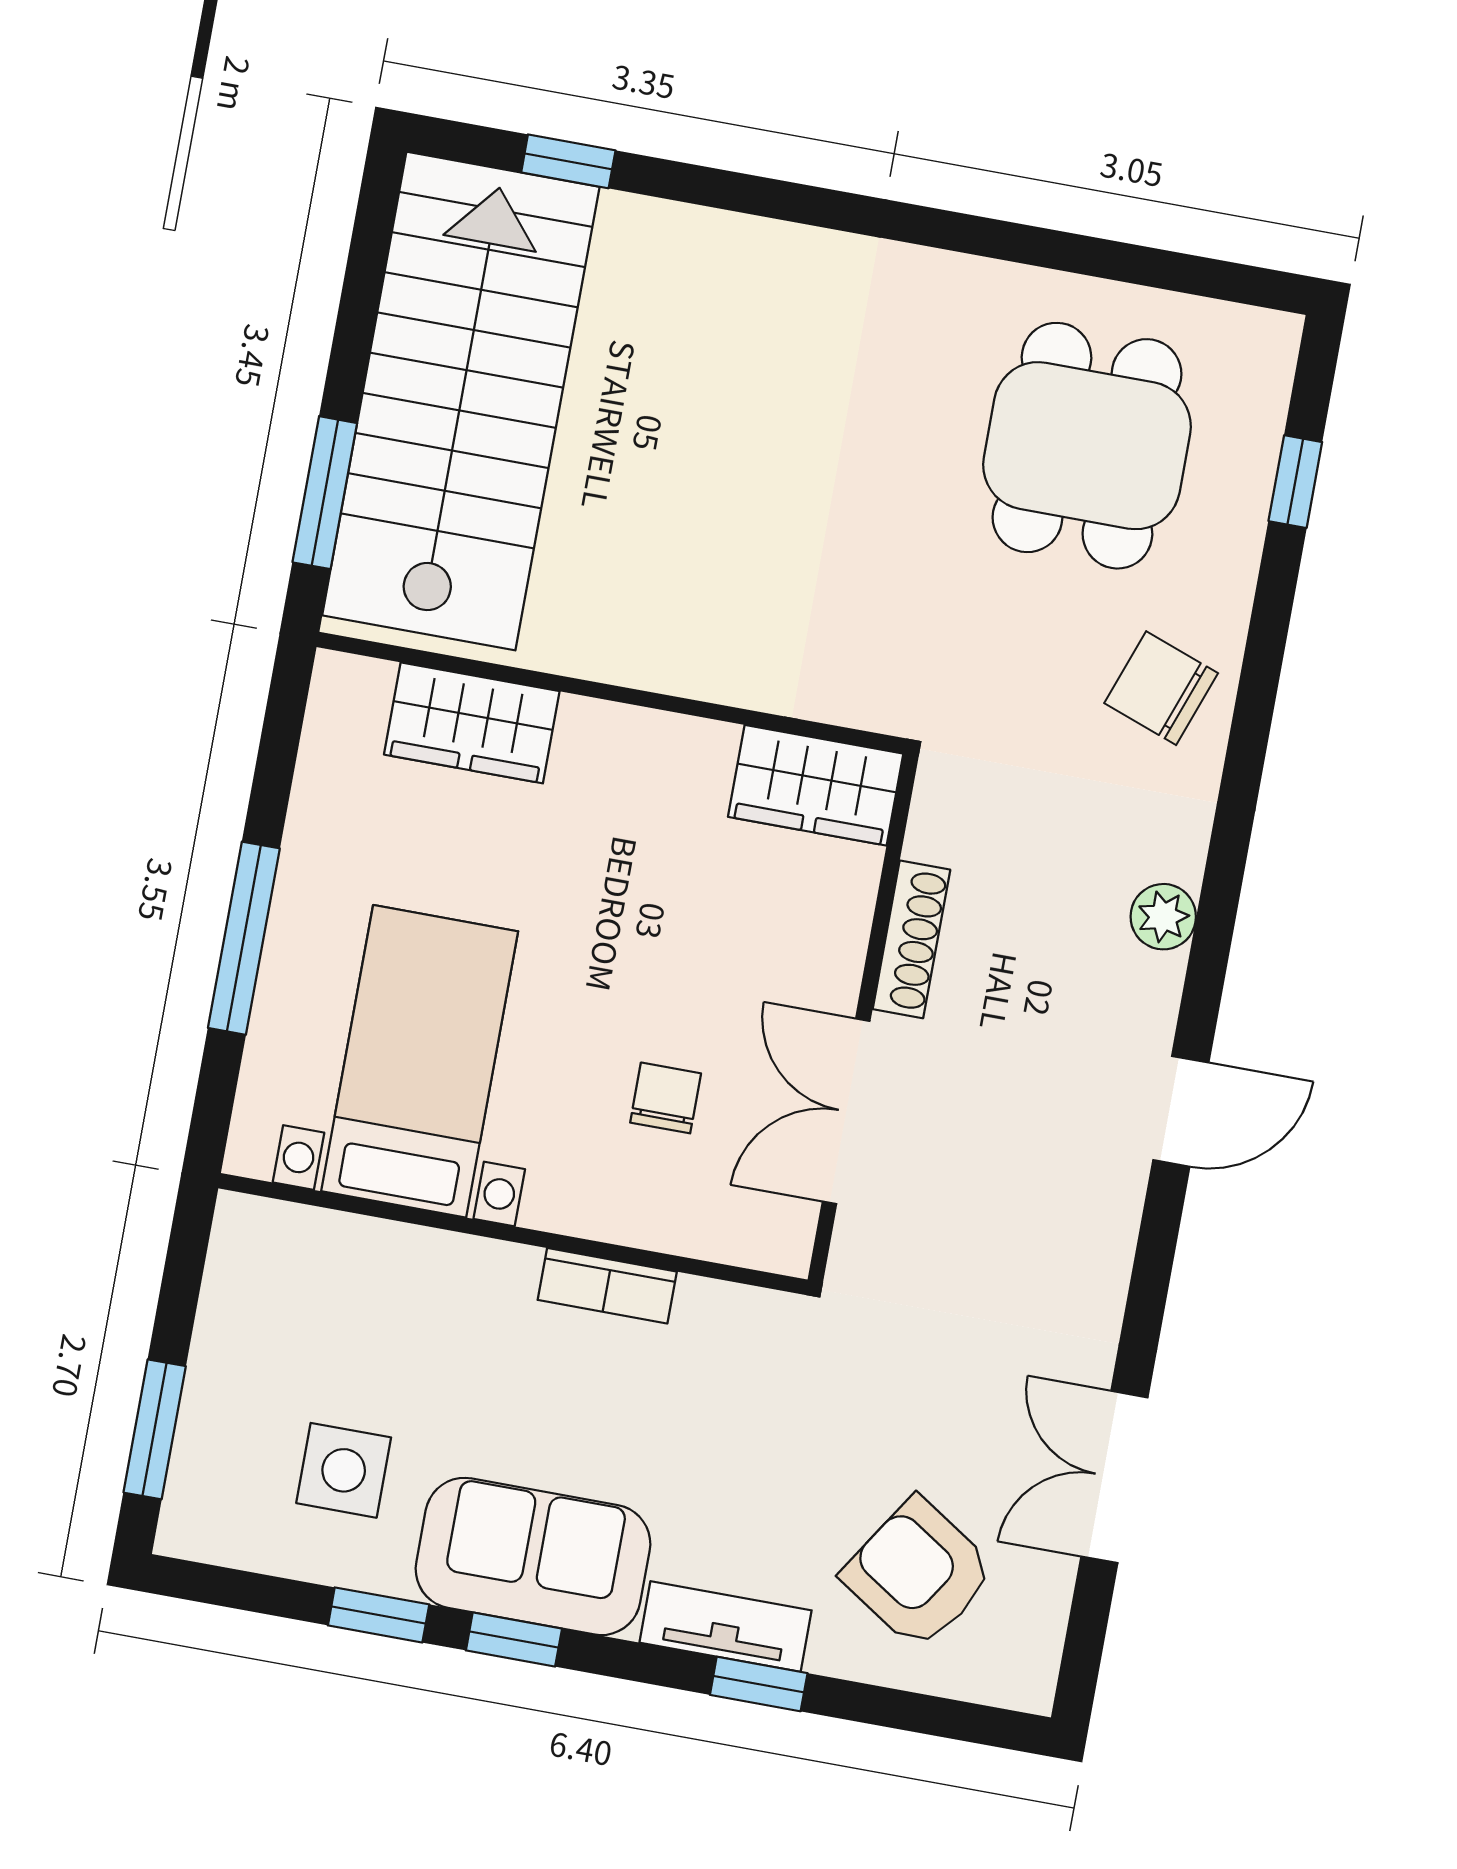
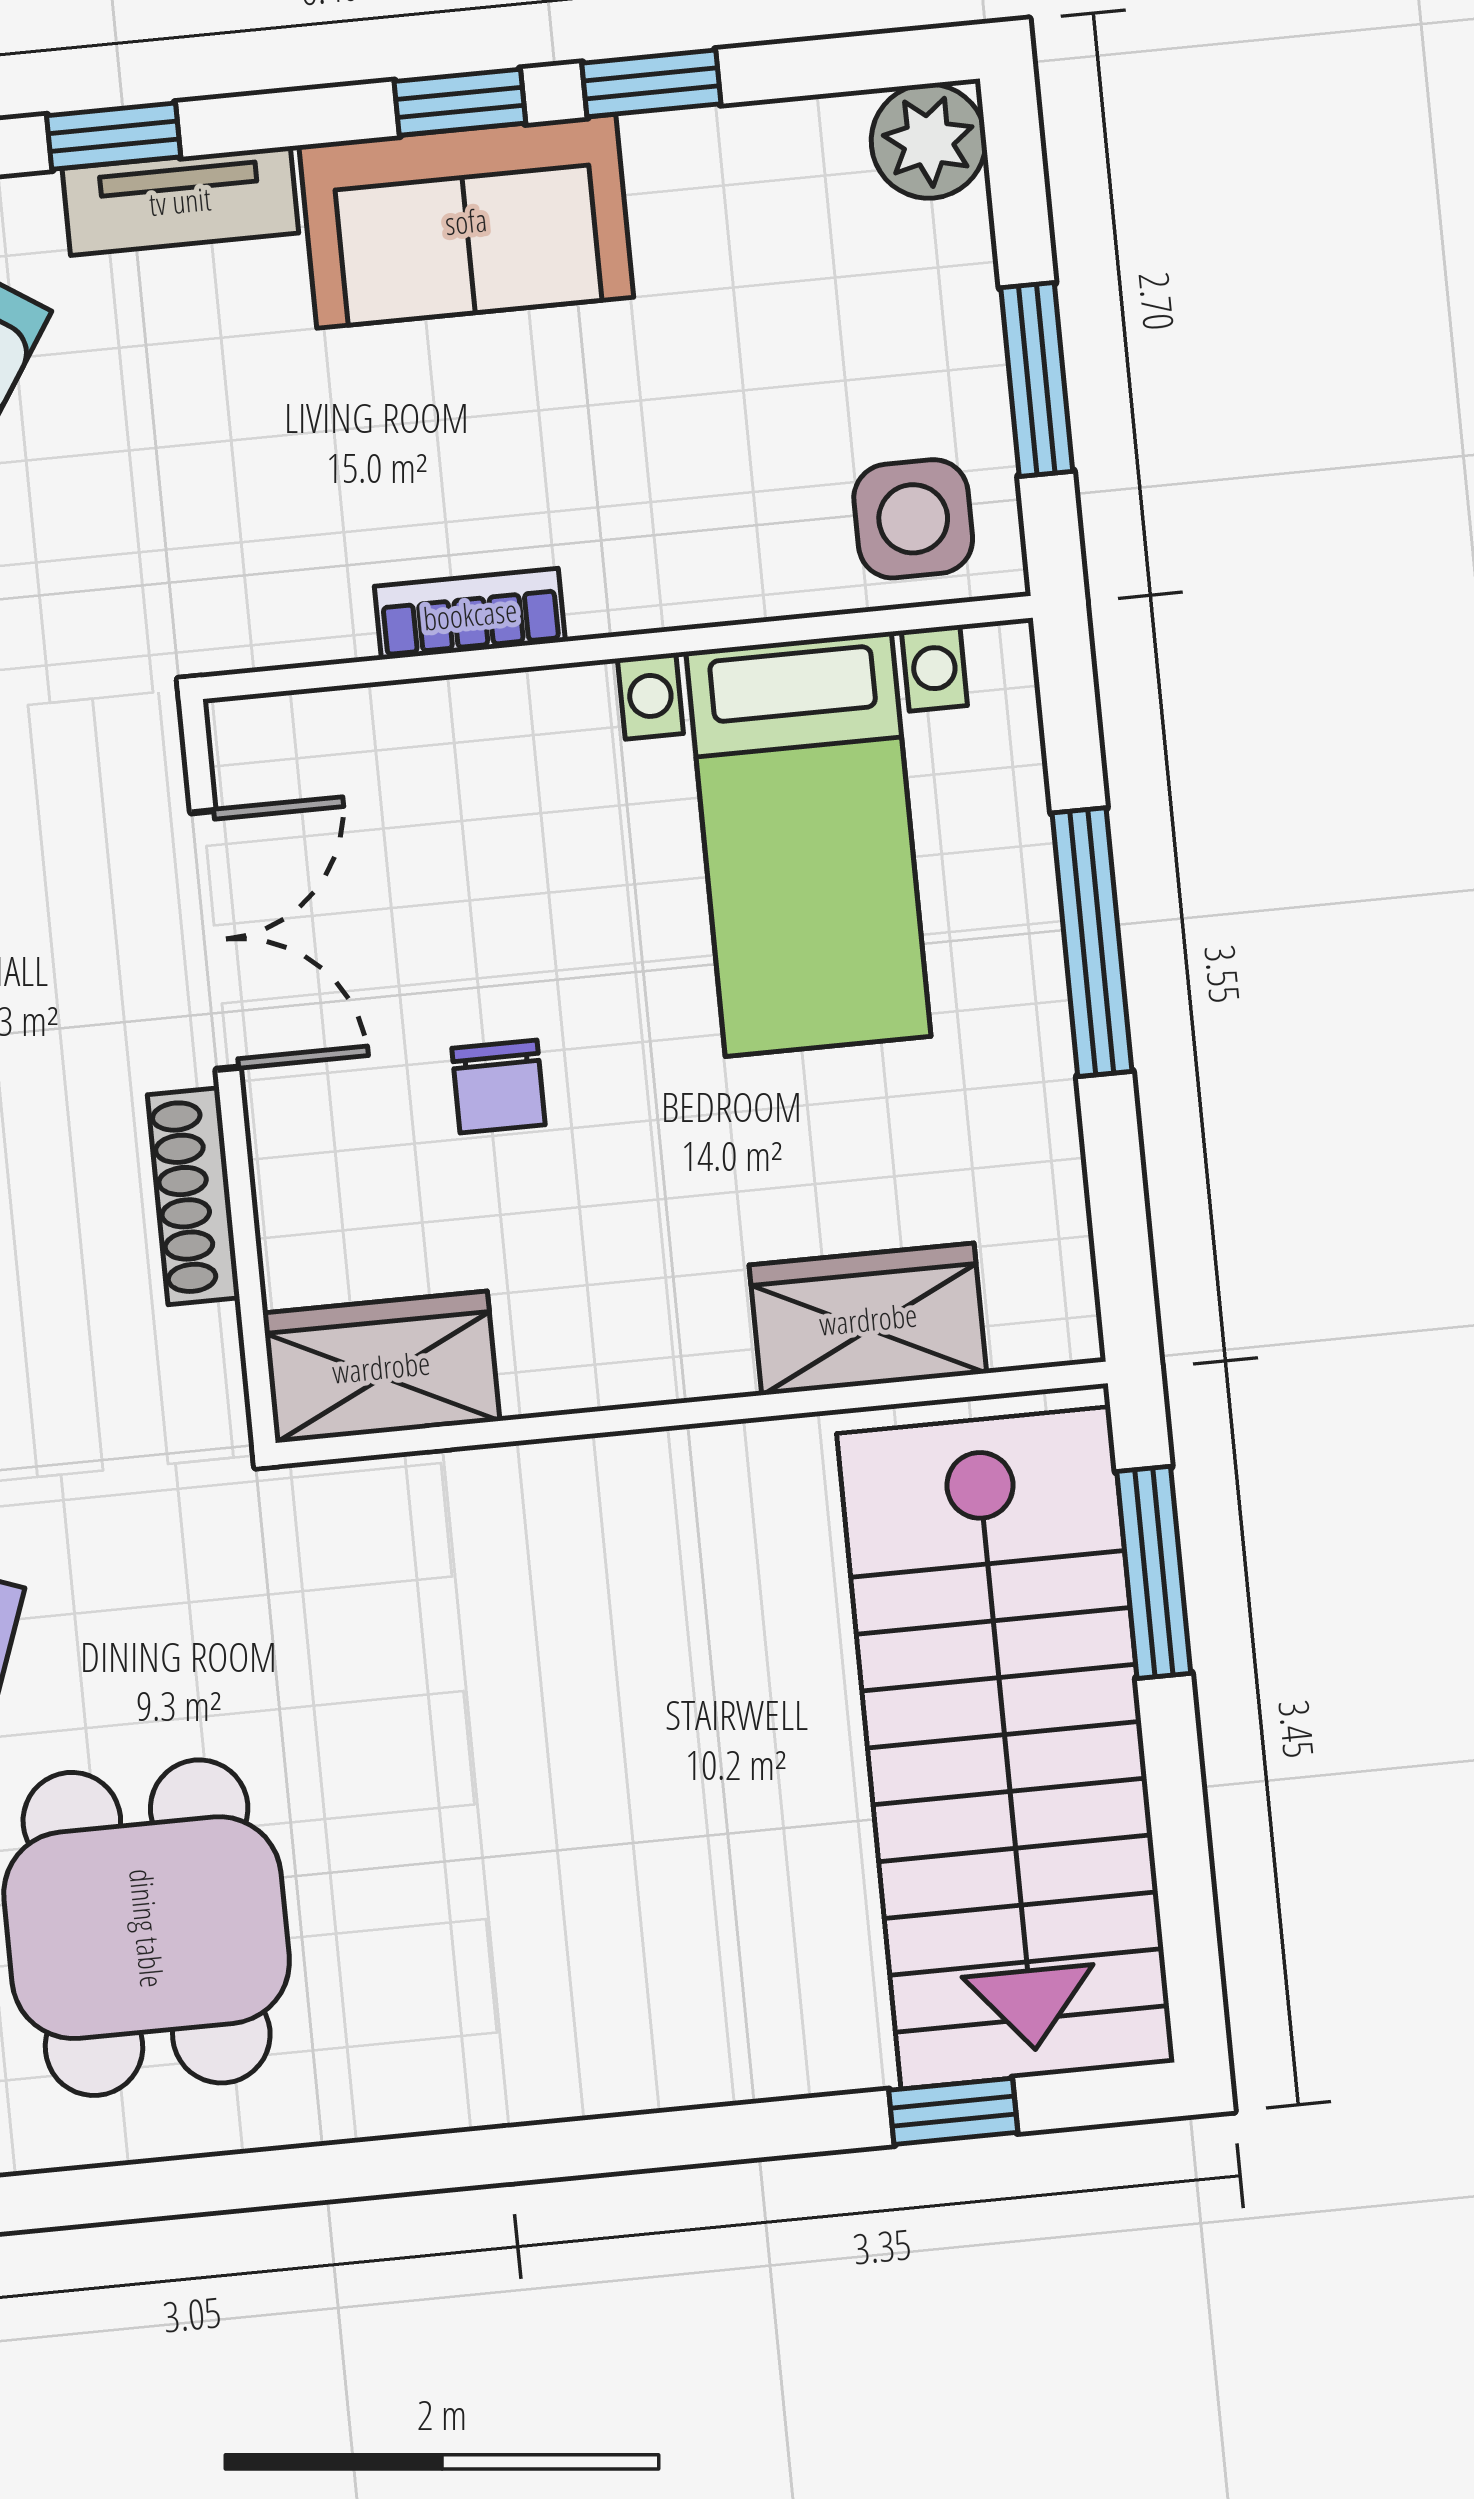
chair: (666, 1098) -> (498, 1087), moved
window: (155, 1429) -> (1037, 379), moved
side table: (344, 1470) -> (913, 519), moved
plant: (199, 1521) -> (929, 141), added

